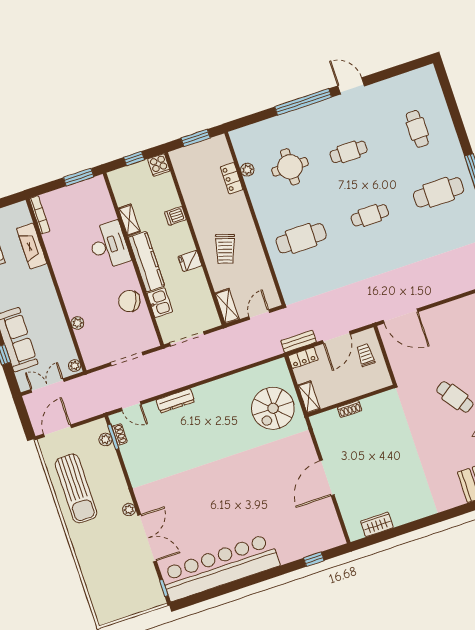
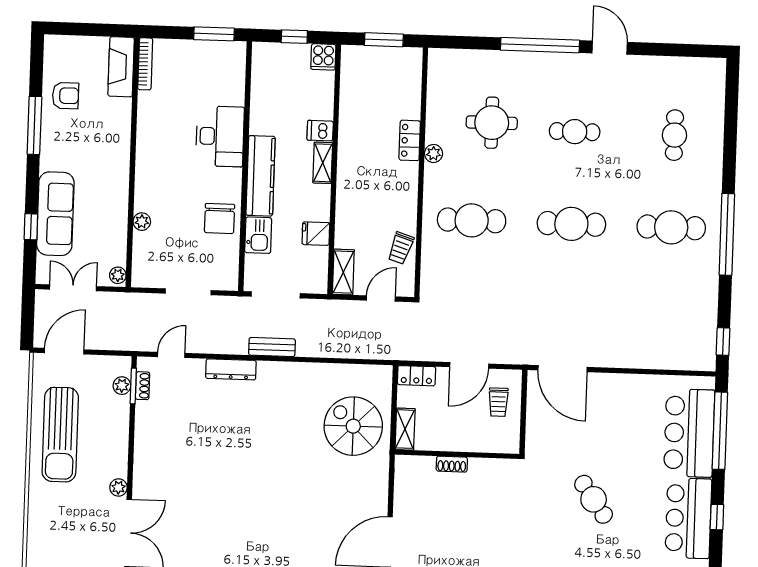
plant: (247, 170) -> (433, 153), moved
locker: (232, 178) -> (410, 140), moved
cafe table: (370, 215) -> (571, 224), width x1.37, depth x1.35
shelving: (129, 220) -> (323, 163), moved
fireplace: (32, 246) -> (121, 67), moved
trolley: (225, 249) -> (401, 248), moved, width x0.73, depth x0.72
fridge: (190, 261) -> (316, 234), moved
chair: (129, 301) -> (220, 219), turned -114
bench: (299, 341) -> (272, 347), moved
trolley: (366, 355) -> (498, 402), turned 180
door: (131, 406) -> (171, 355), swing flipped
spiral stairs: (273, 408) -> (353, 426), turned 90

